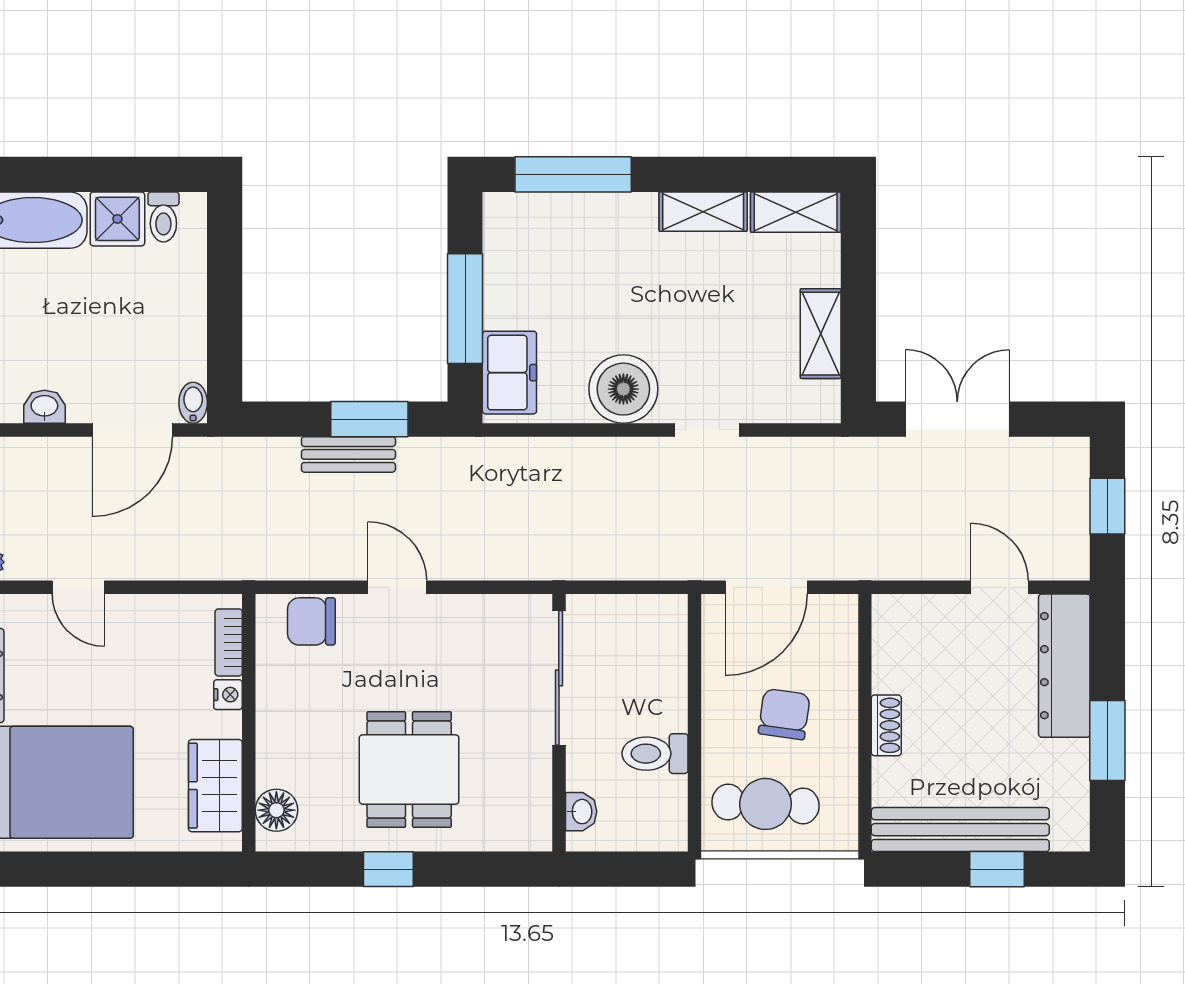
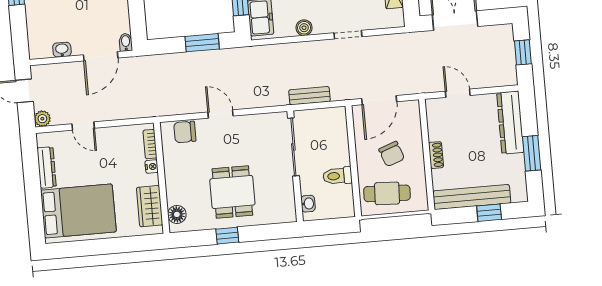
boiler: (623, 389) -> (304, 28), width x0.54, depth x0.54
bench: (348, 454) -> (309, 96), moved
door: (1000, 587) -> (458, 93), moved
chair: (784, 714) -> (392, 154), turned 152

